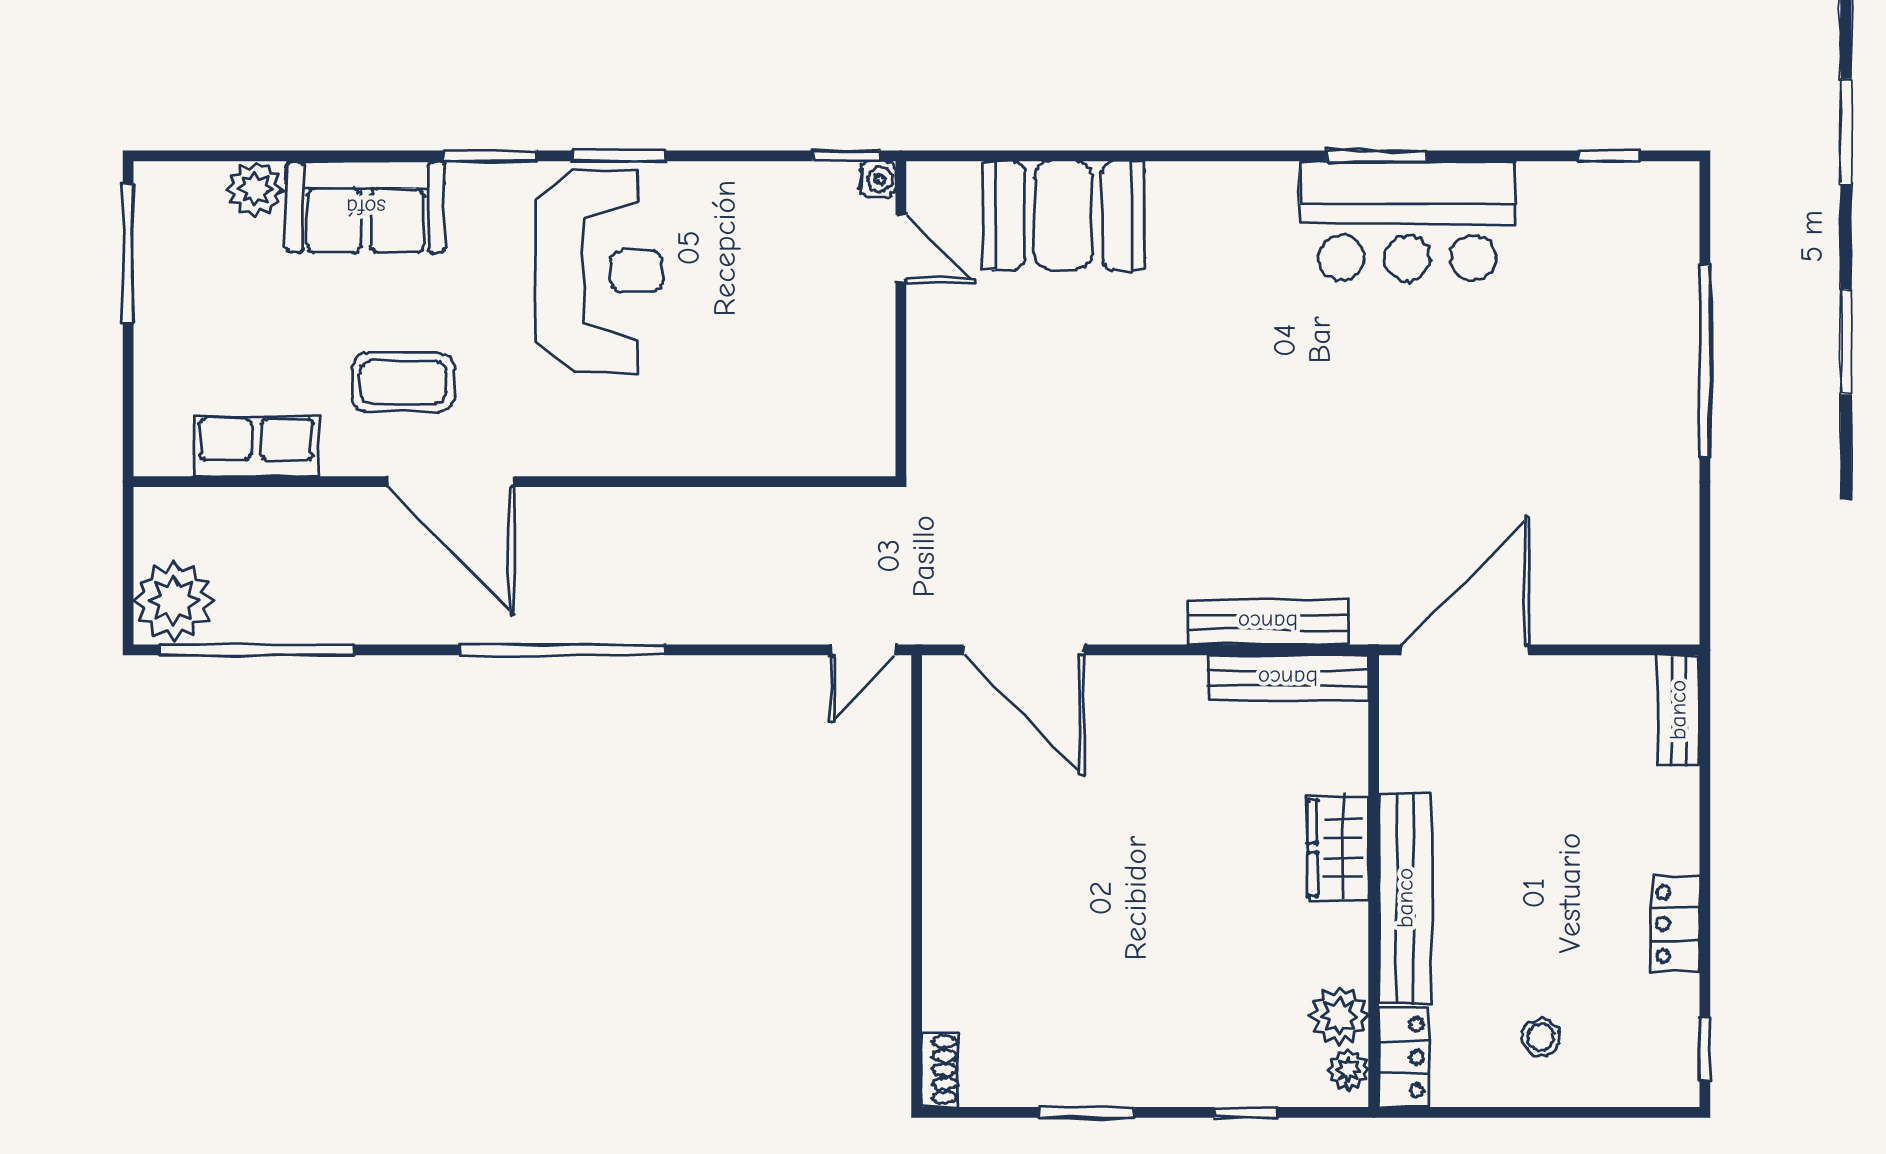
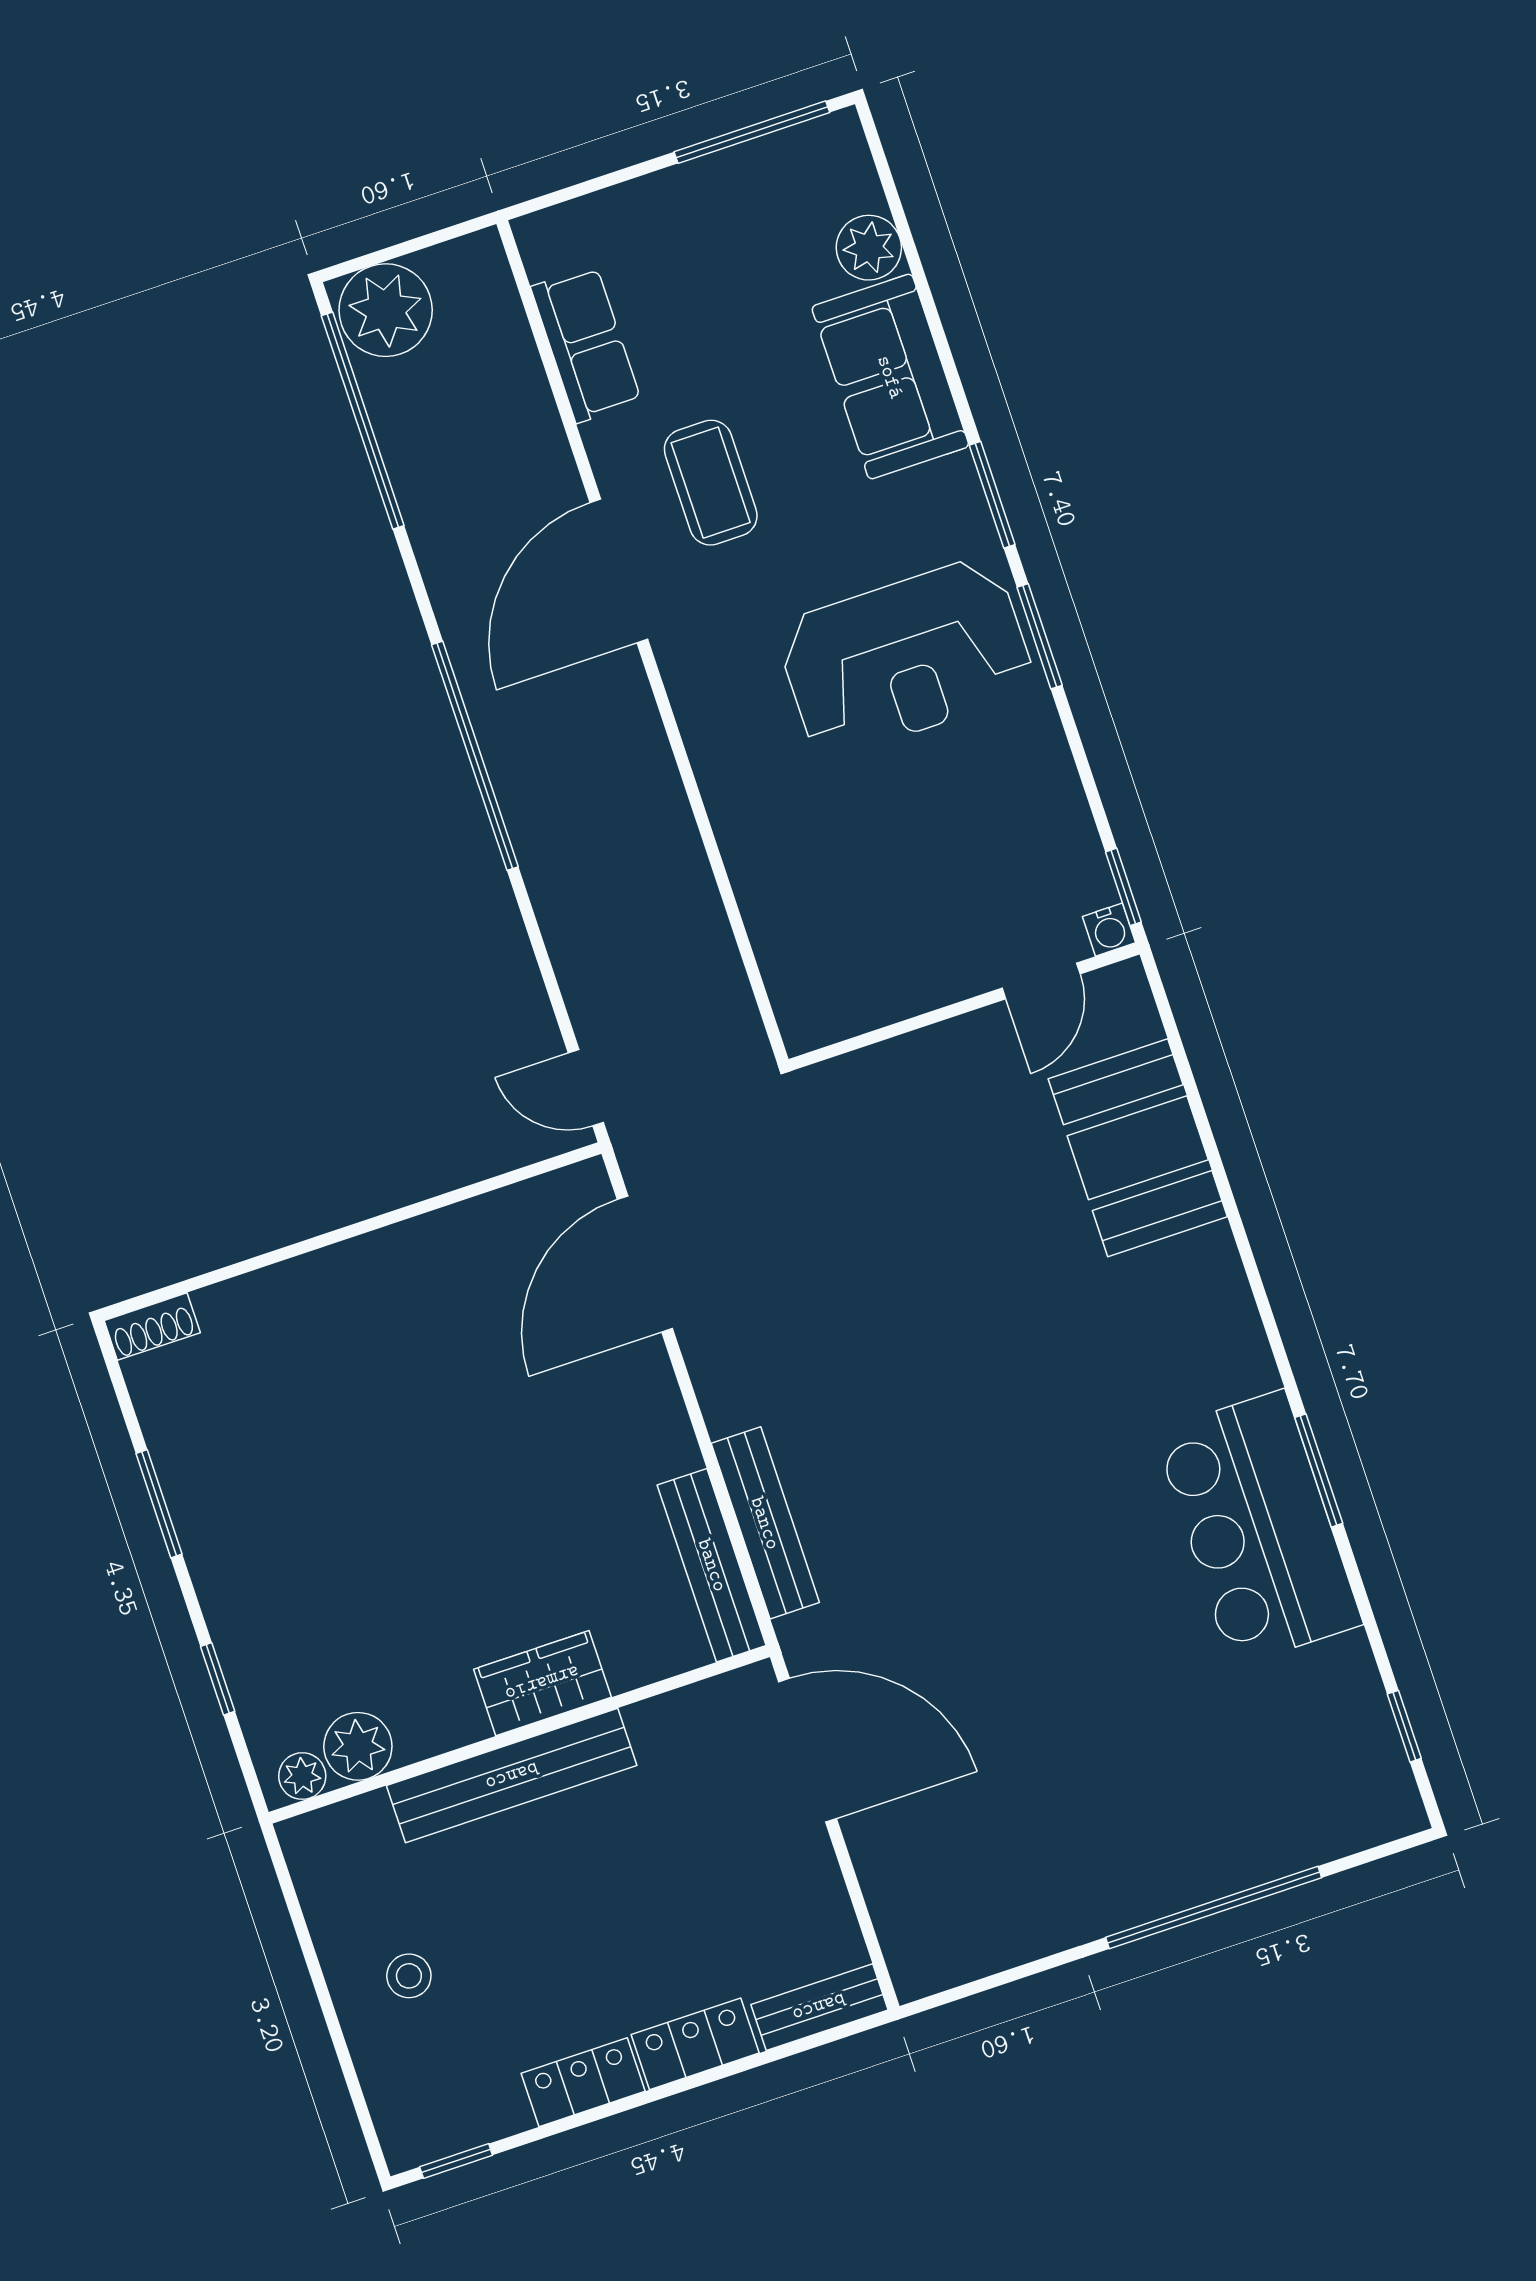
locker: (1404, 1057) -> (695, 2044), moved, turned 180

